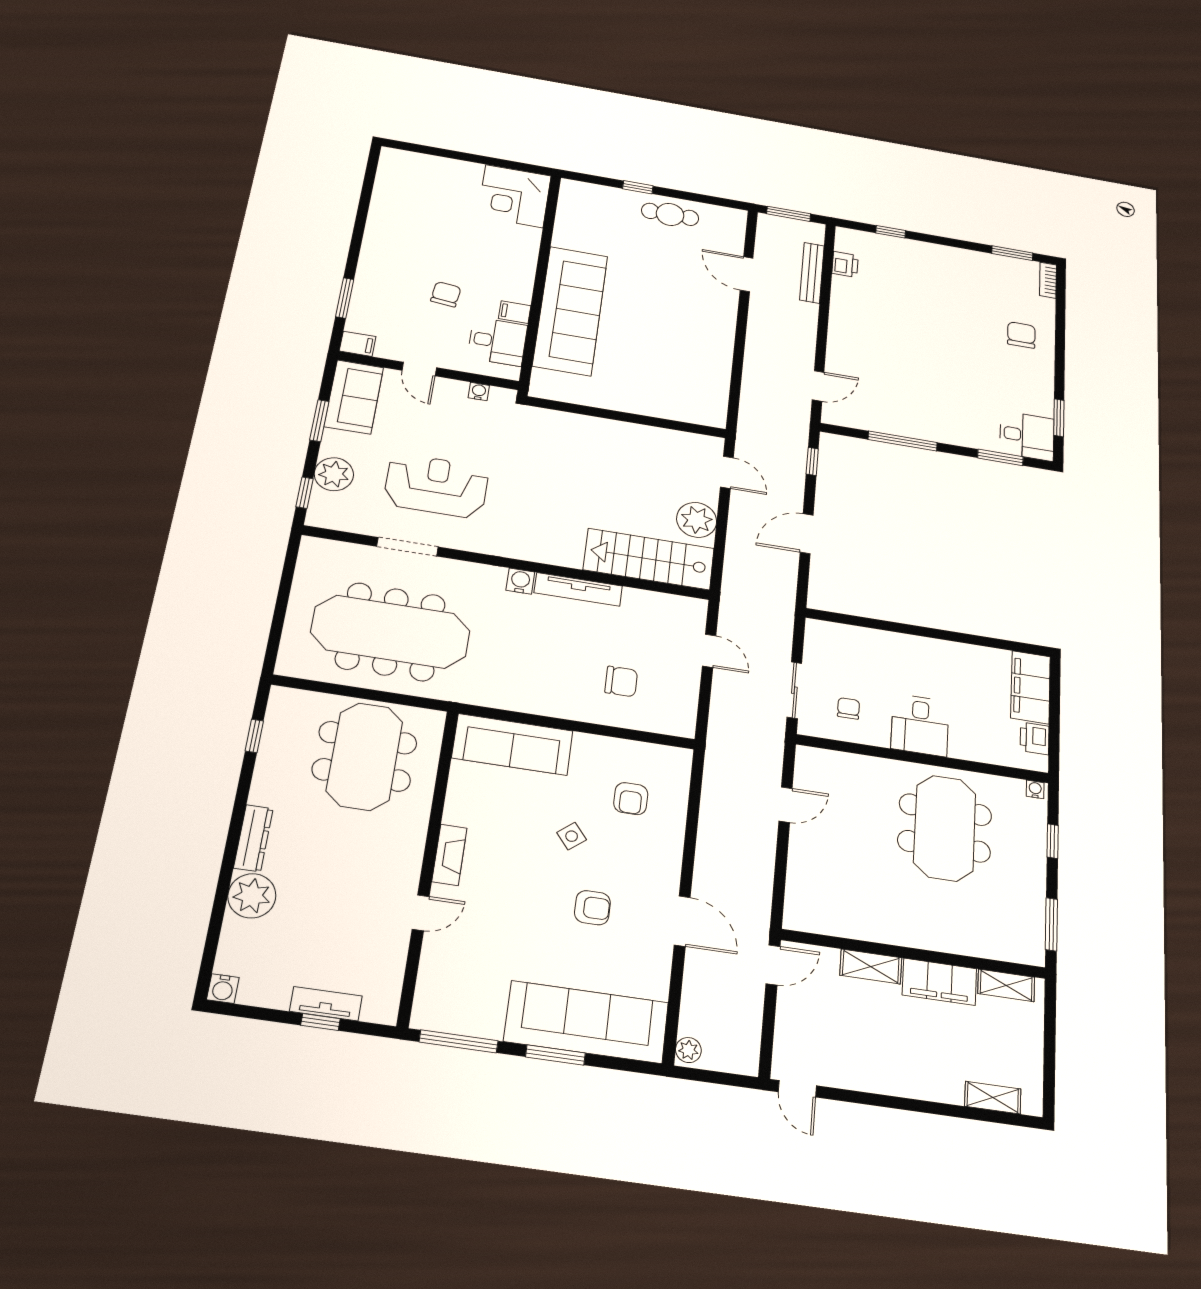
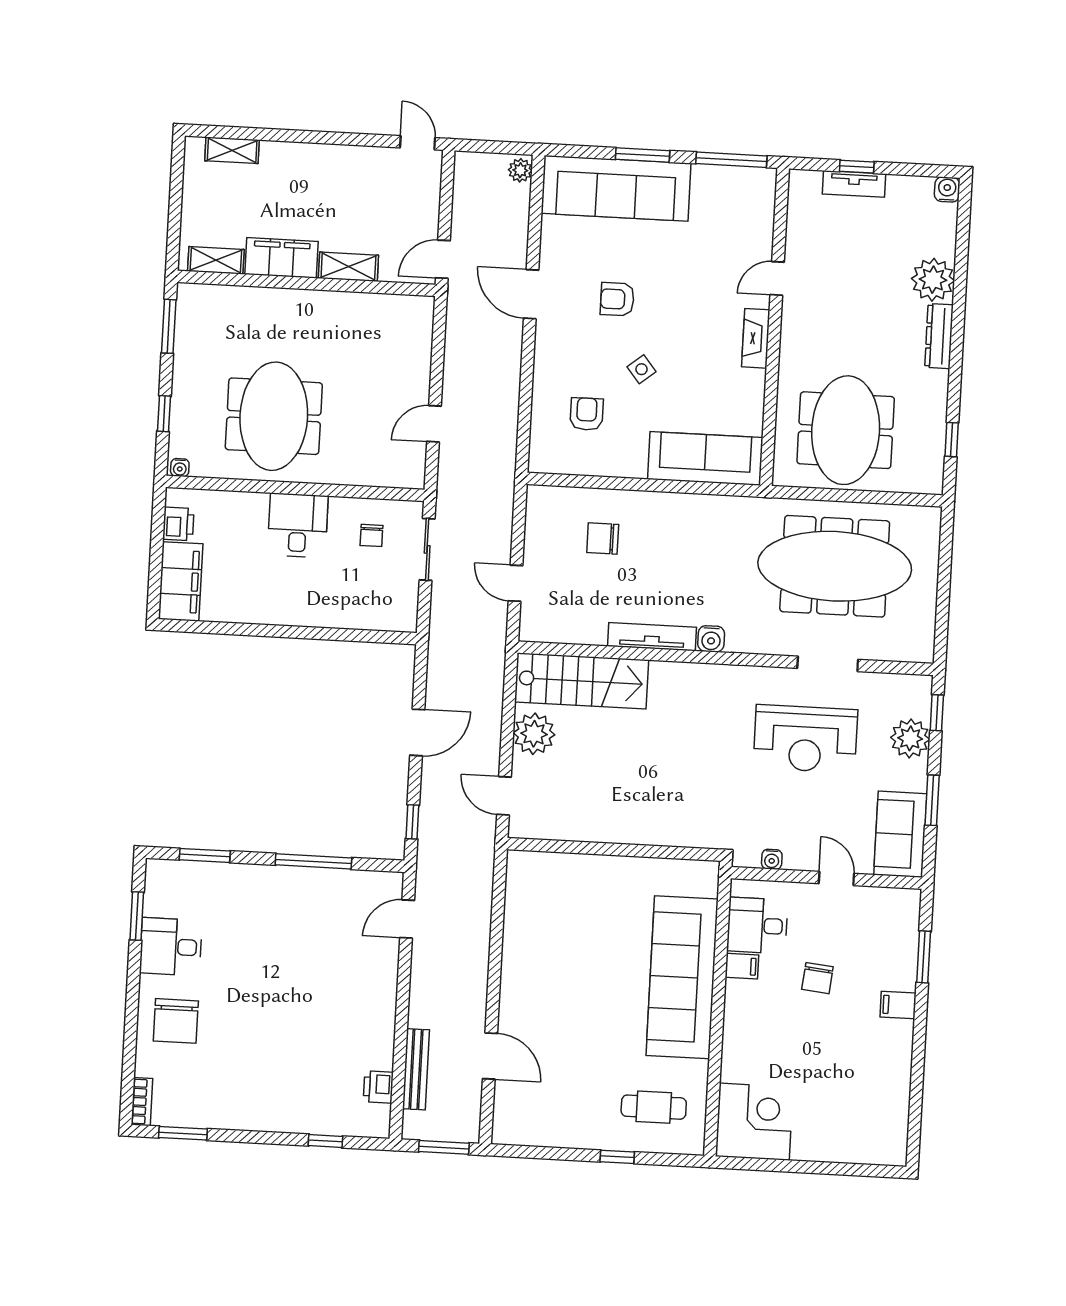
cafe table: (670, 214) -> (654, 1107), moved
chair: (1021, 335) -> (176, 1021), width x1.37, depth x1.37
filing cabinet: (358, 344) -> (898, 1005), moved
desk: (1027, 436) -> (171, 947), moved

